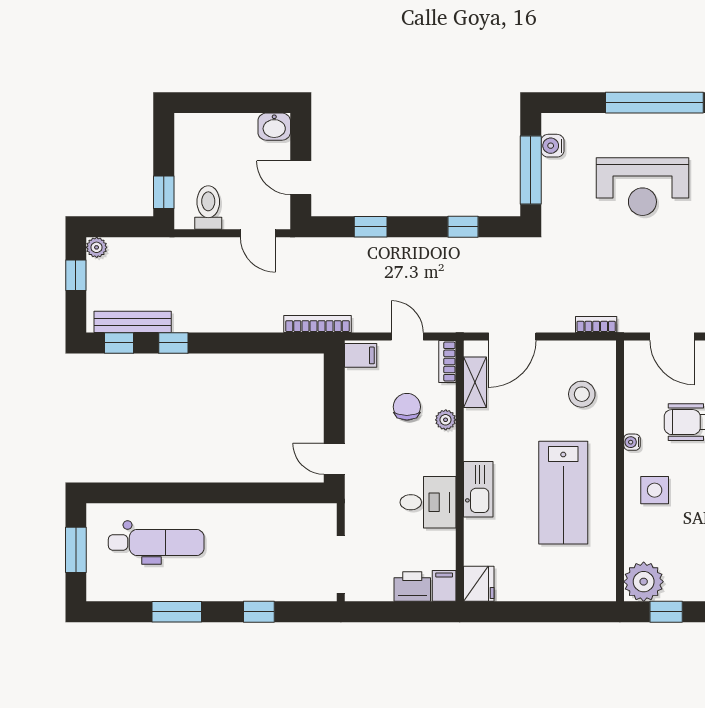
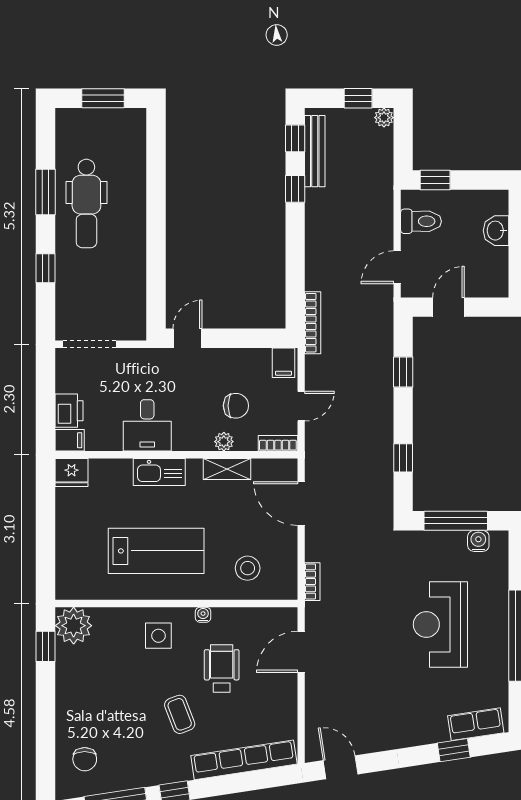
washbasin: (274, 127) -> (496, 231), moved
shelving: (475, 382) -> (227, 469), moved
lab bench: (563, 493) -> (156, 551), turned 180
dental chair: (156, 543) -> (86, 204), moved

